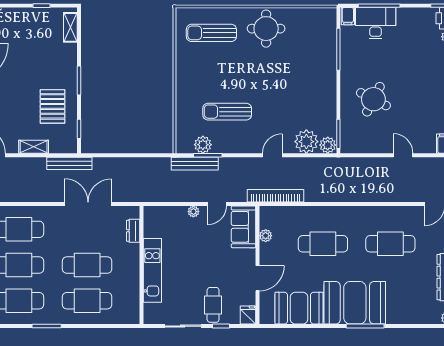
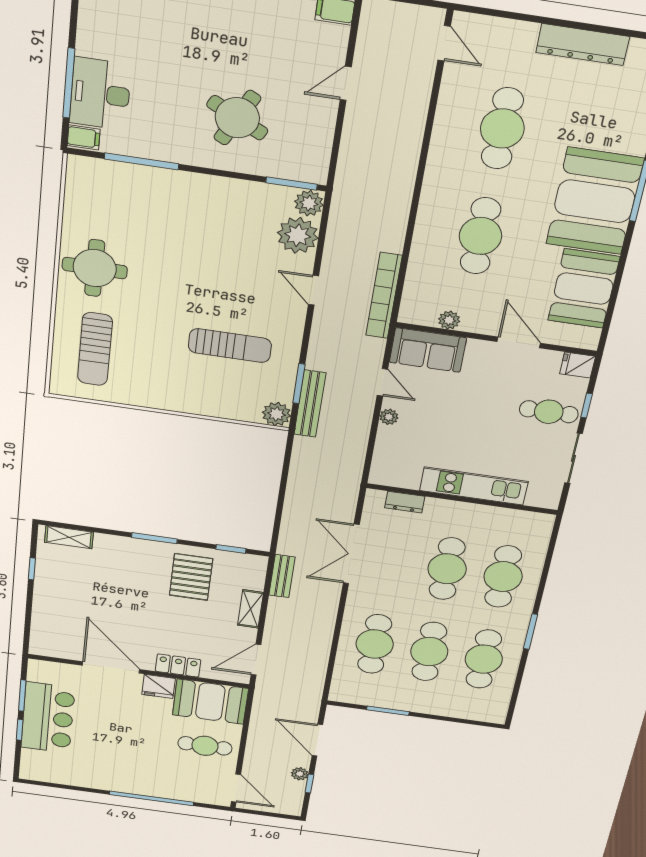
pallet: (53, 106) -> (191, 577), turned 90
sun lounger: (227, 112) -> (230, 346), turned -90
plant: (203, 145) -> (276, 414), moved
bench: (69, 163) -> (282, 576), width x0.73

